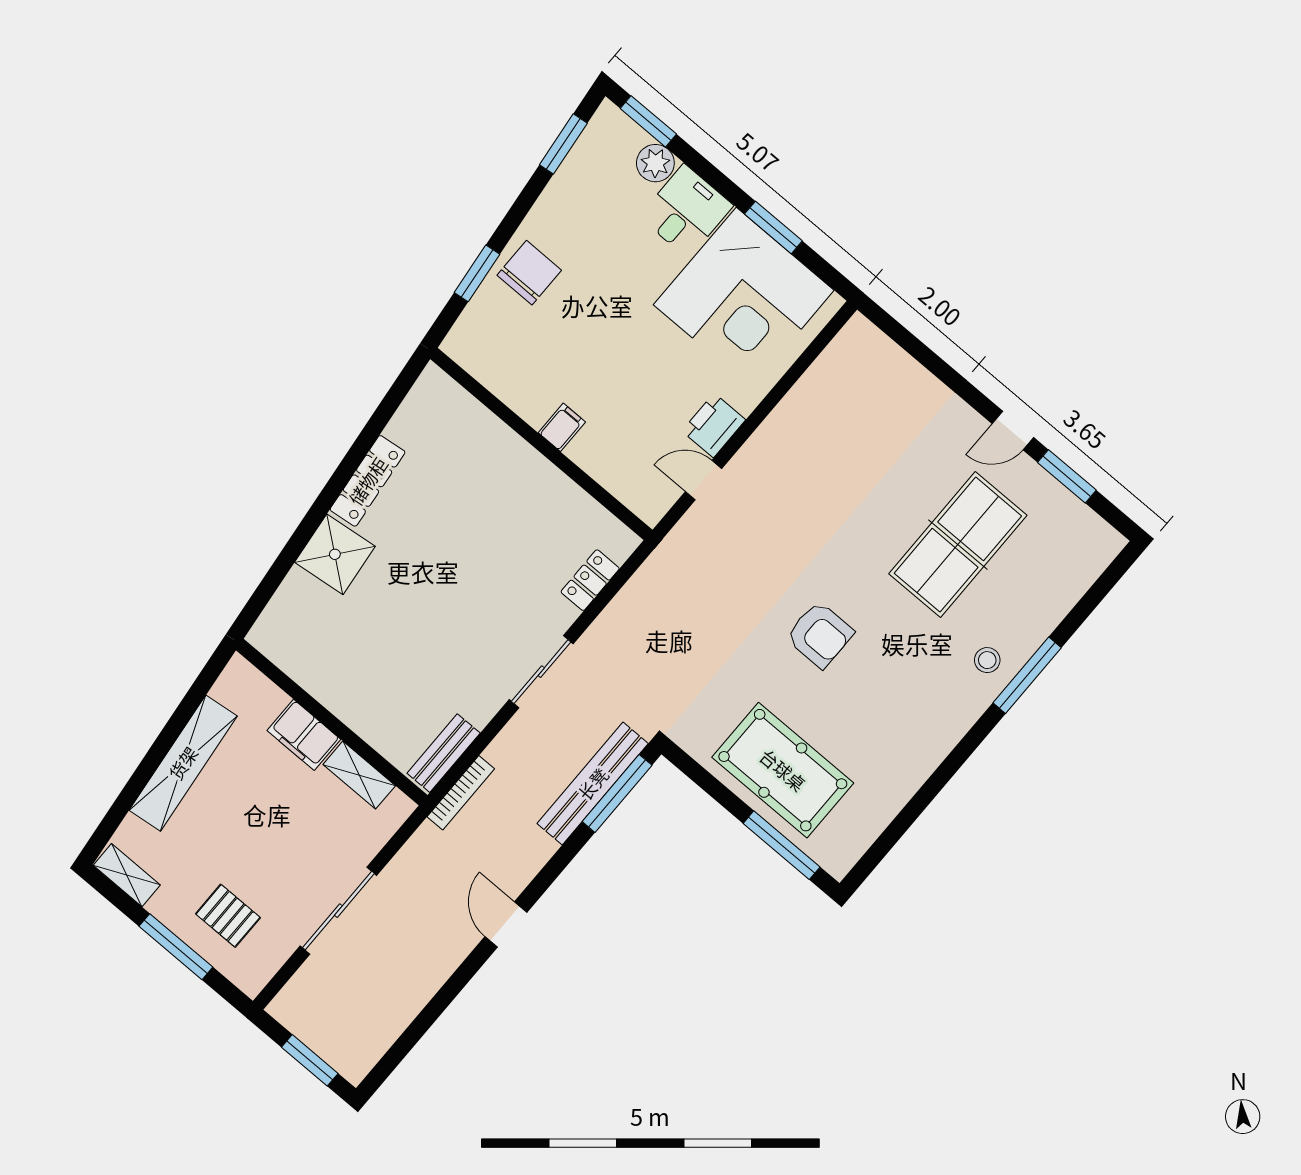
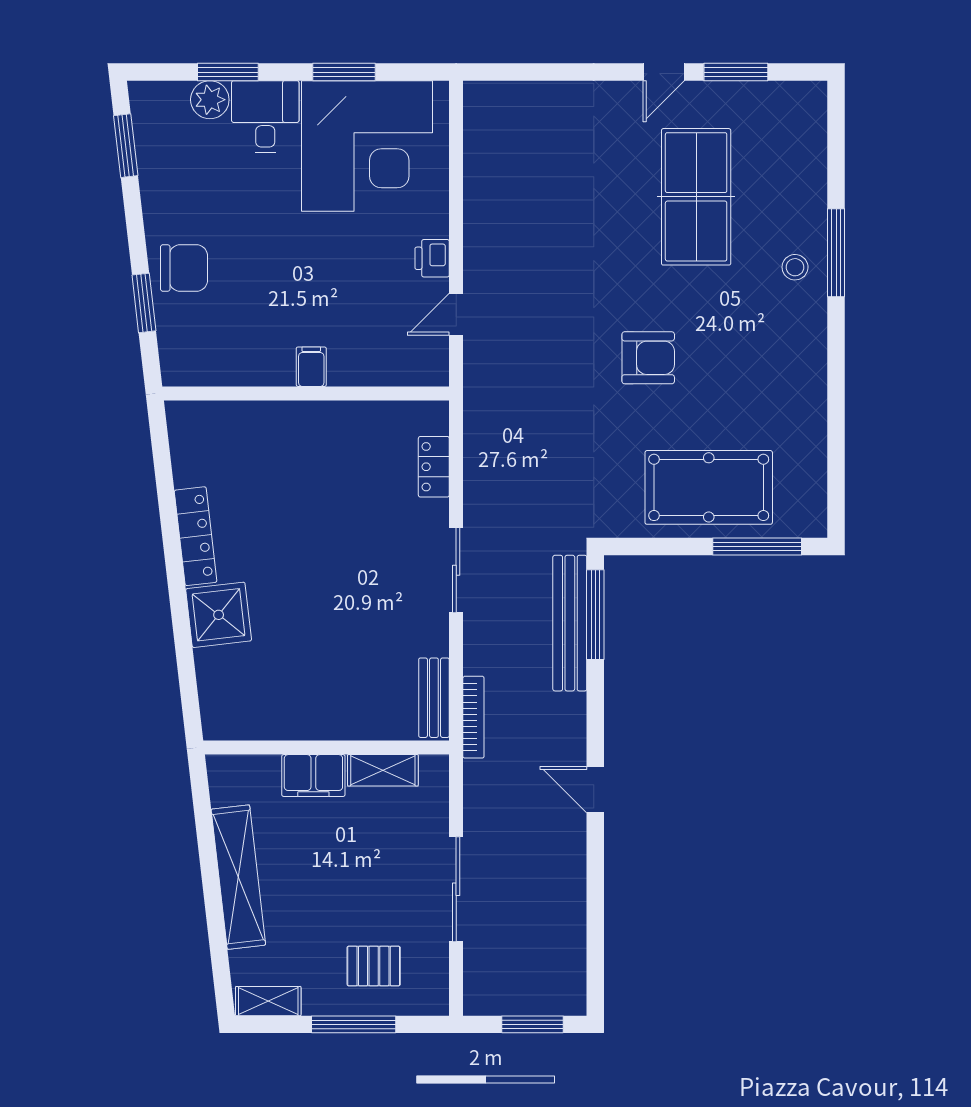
window: (648, 121) -> (228, 72), moved
chair: (529, 273) -> (184, 268), turned 90
printer: (714, 425) -> (432, 258), width x0.73, depth x0.81

